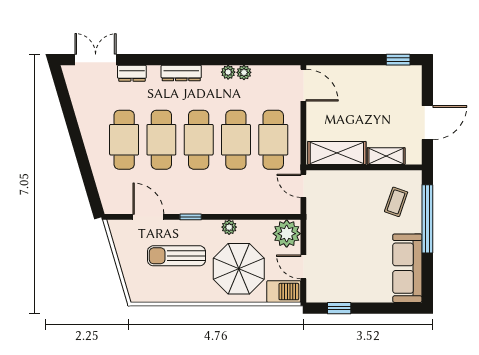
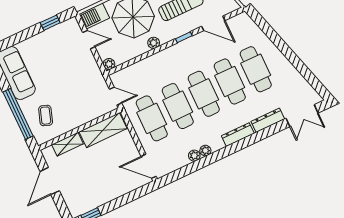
dresser: (132, 73) -> (268, 120), width x1.44
plant: (287, 234) -> (109, 64), width x0.53, depth x0.53

